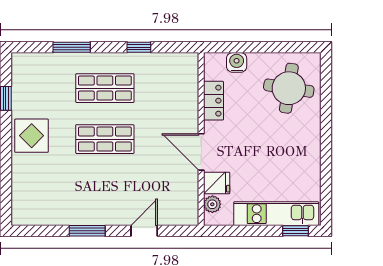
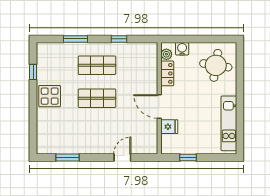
plant: (212, 204) -> (166, 54), moved
kitchen unit: (276, 214) -> (229, 123), moved, turned -90
window: (87, 231) -> (68, 157), moved
window: (295, 231) -> (188, 157), moved

